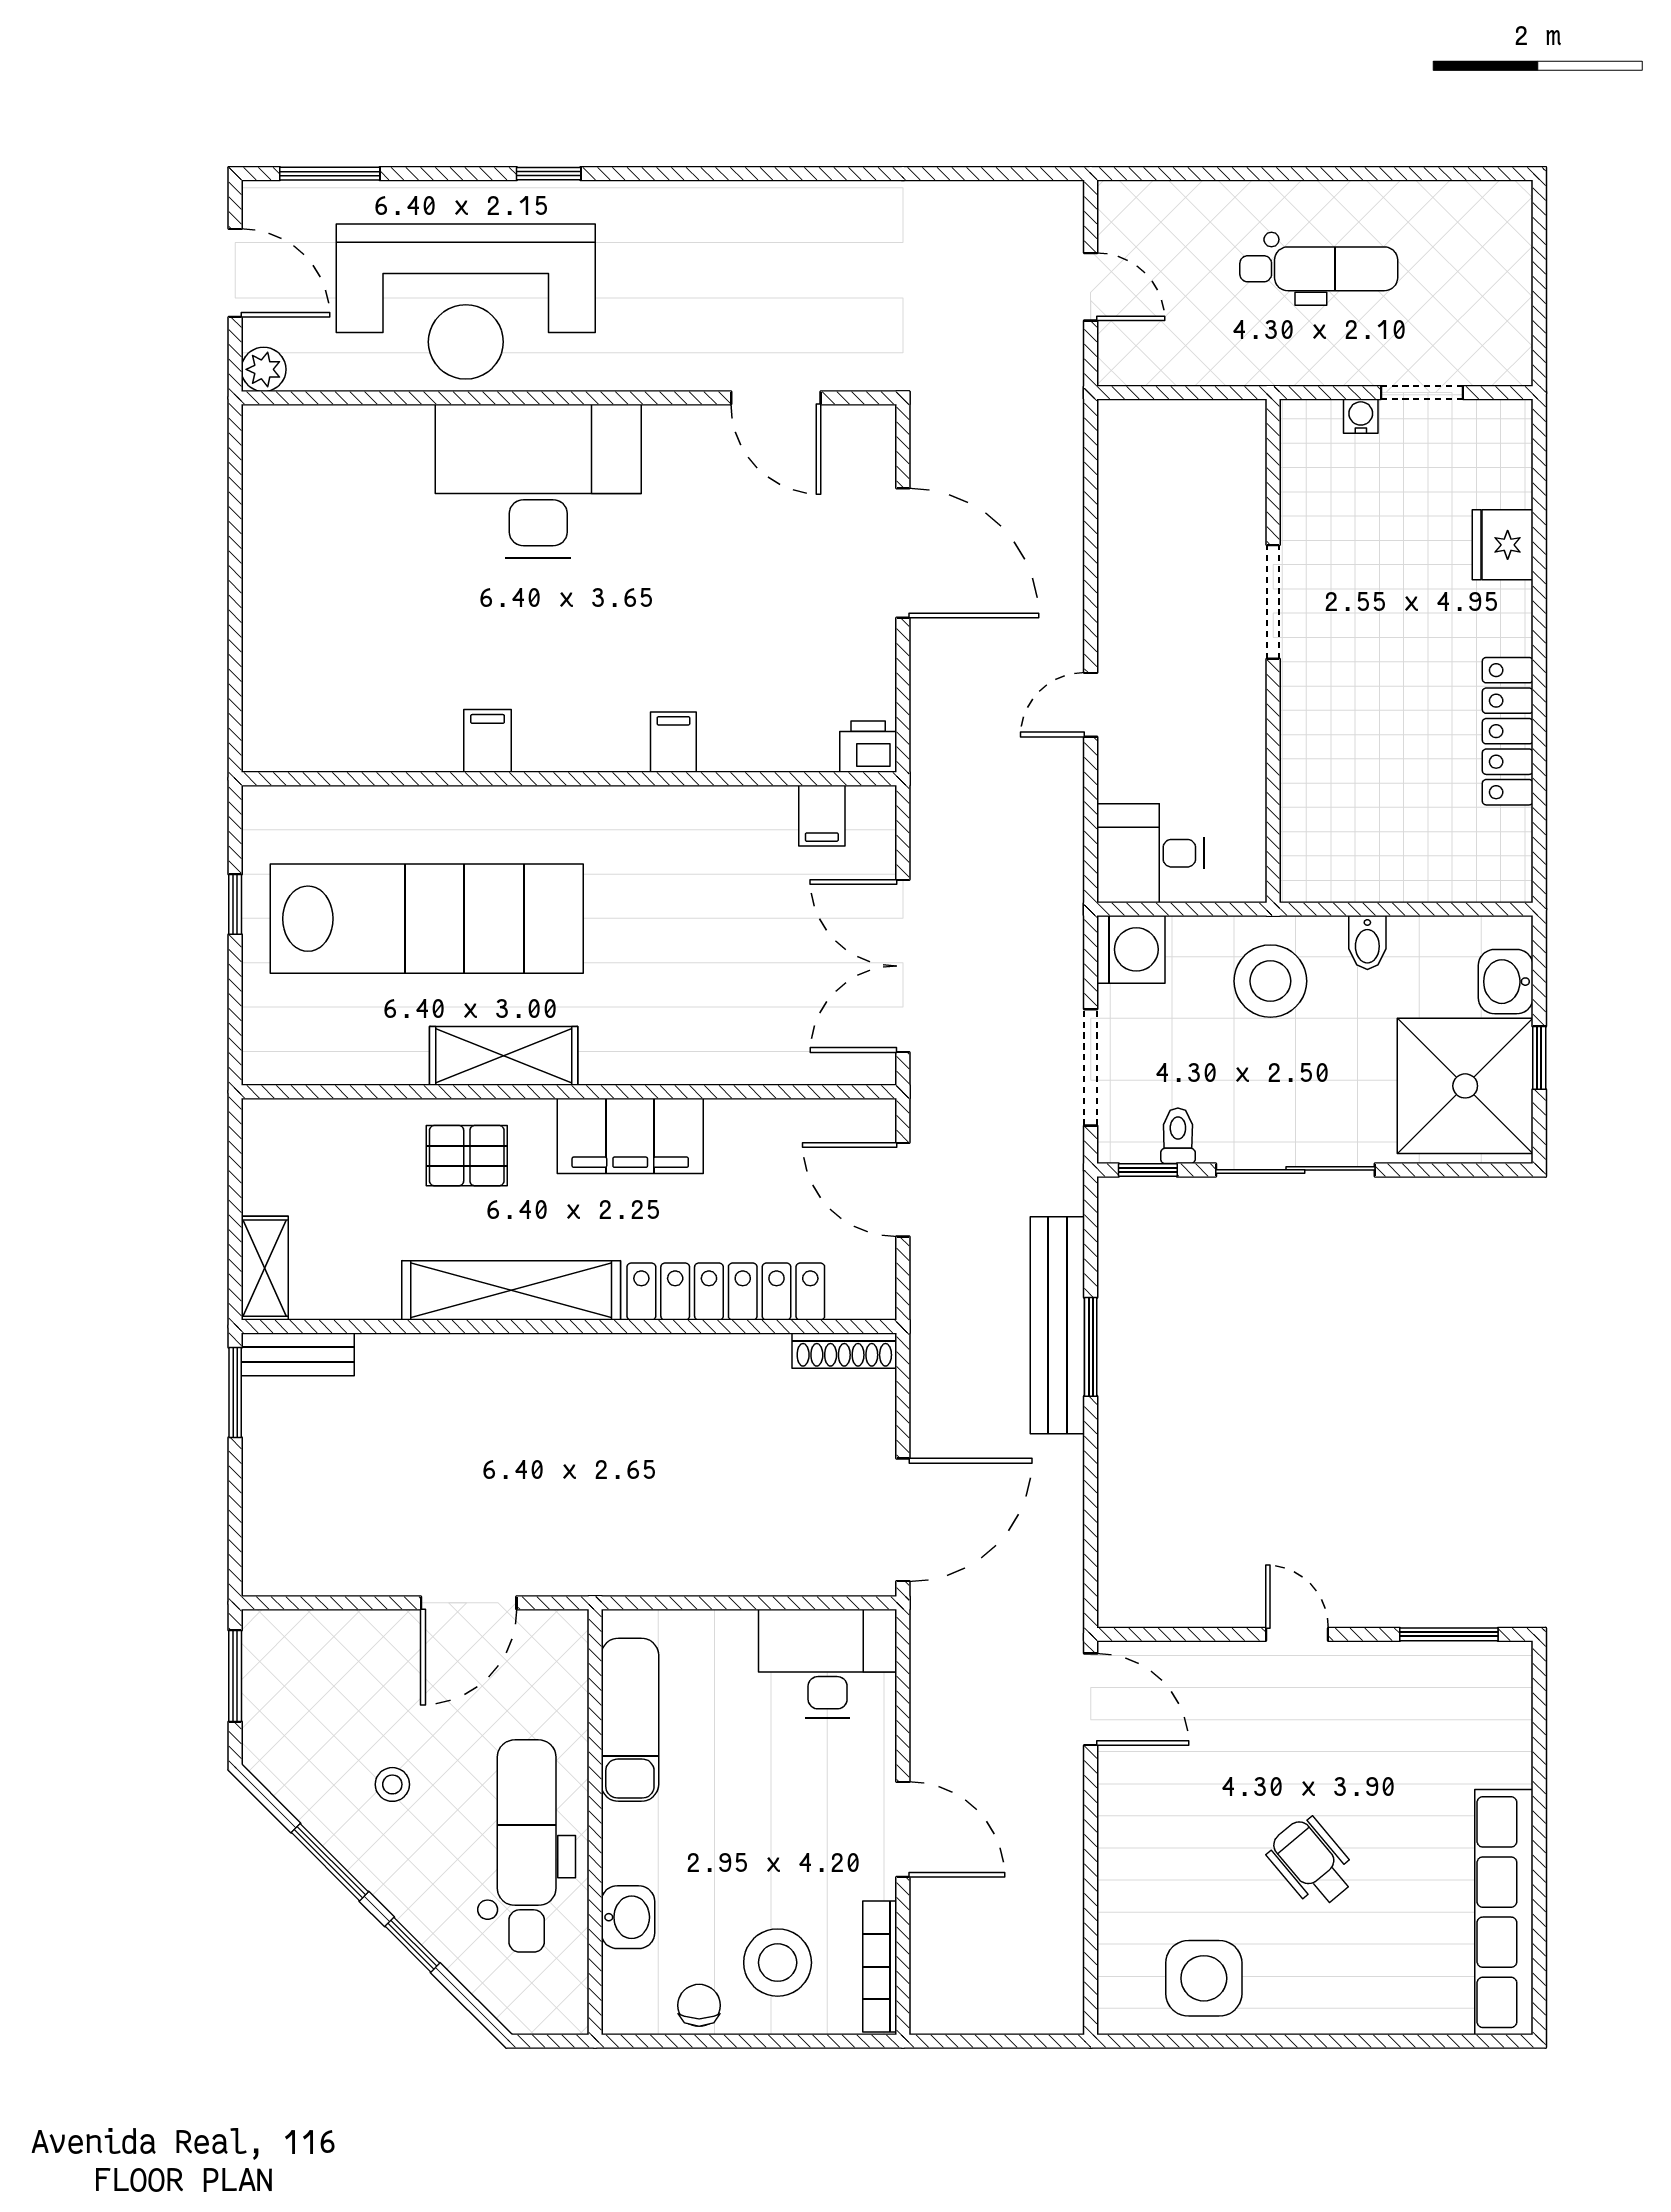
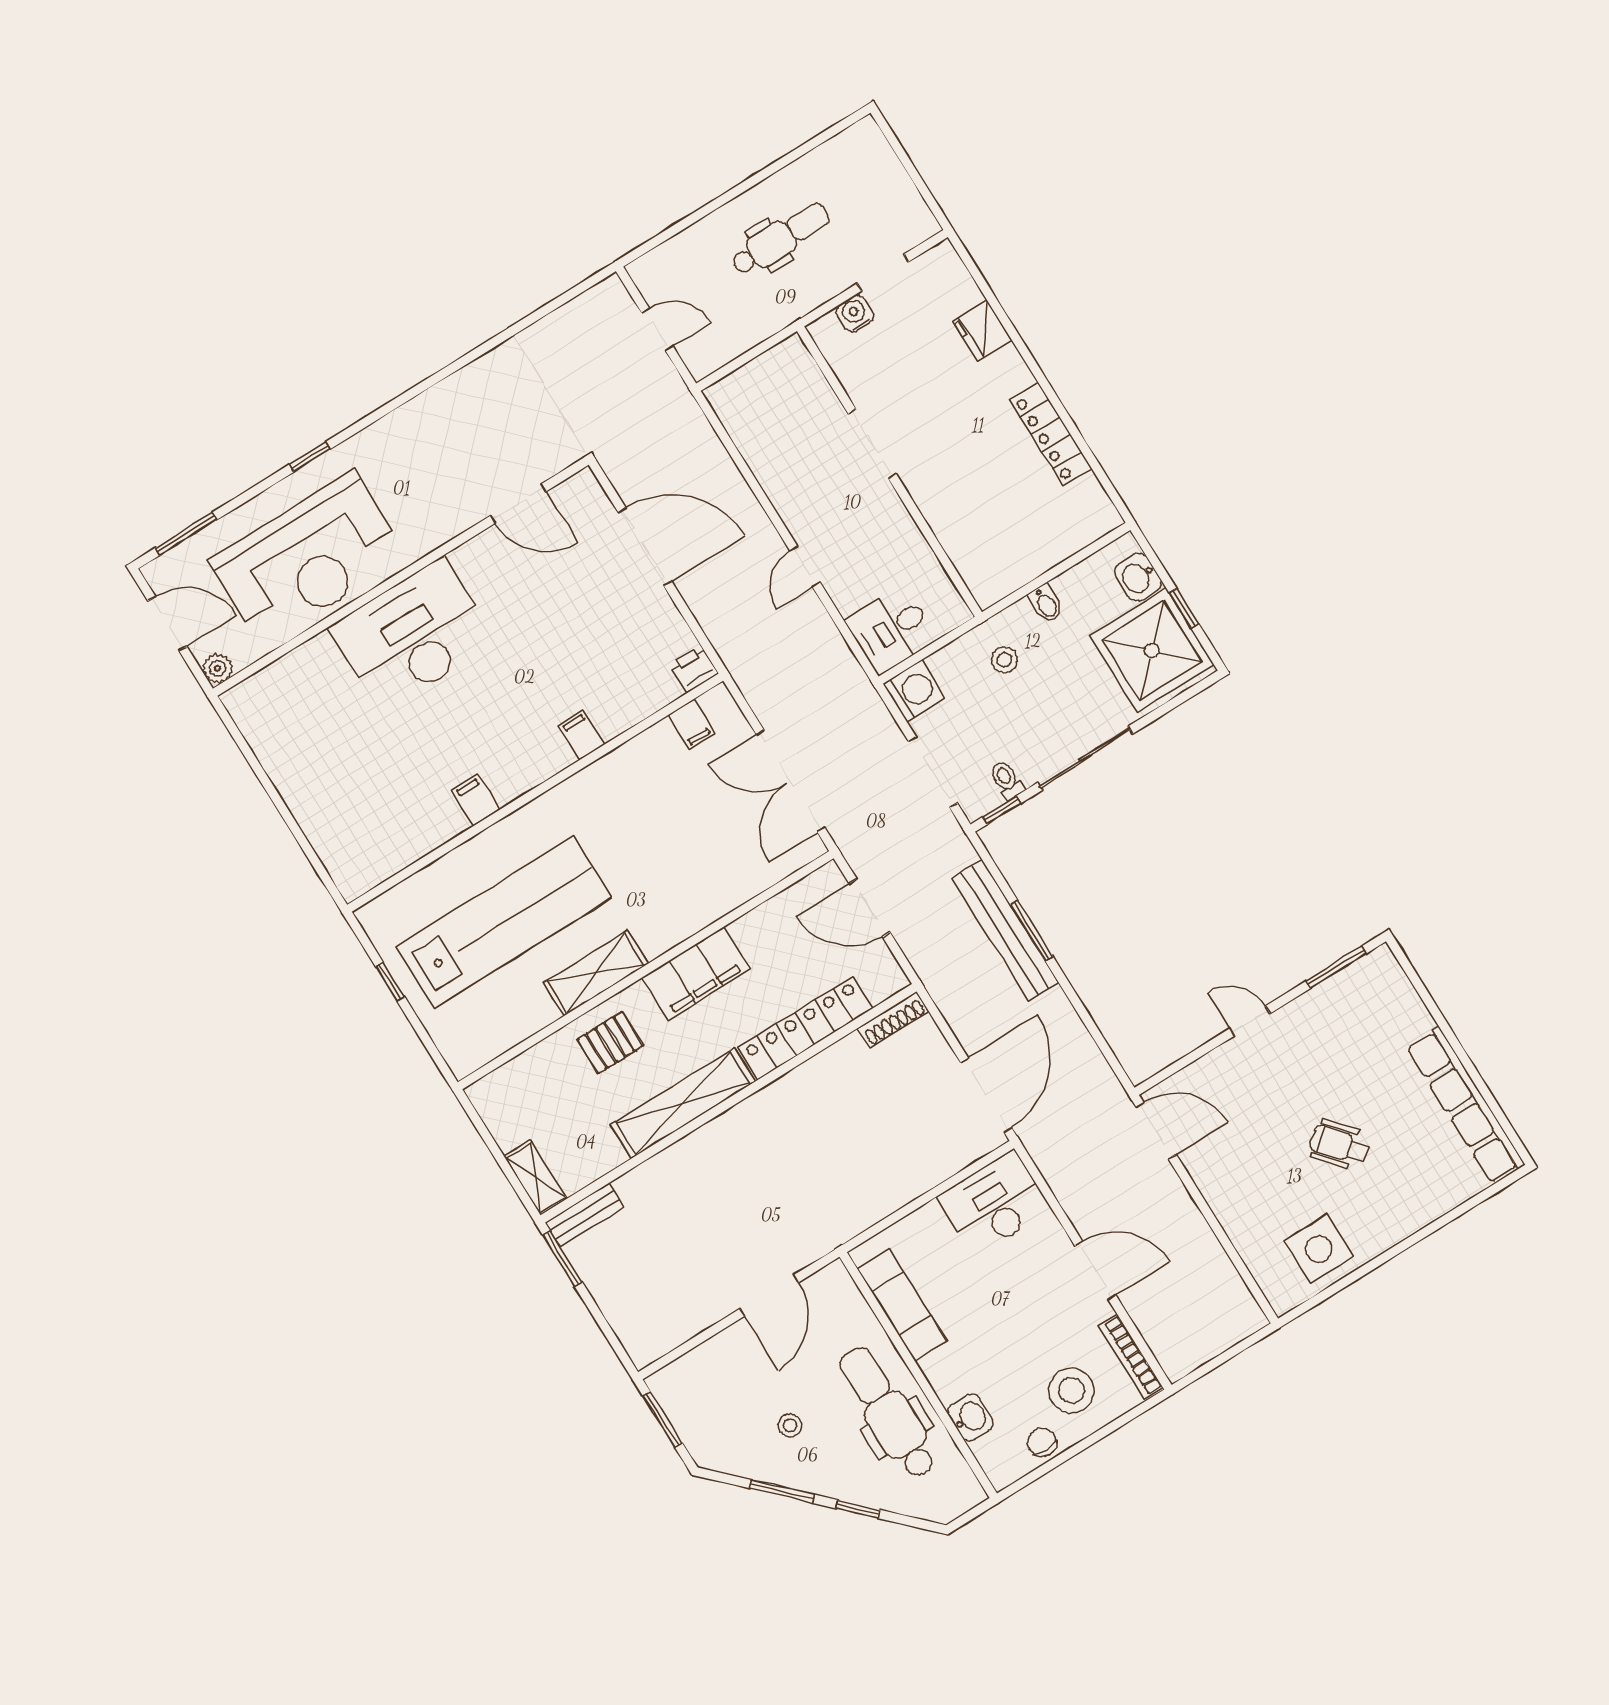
water cooler: (1361, 416) -> (855, 314), width x1.38, depth x1.38
stool: (1270, 981) -> (1004, 660), width x0.53, depth x0.53

